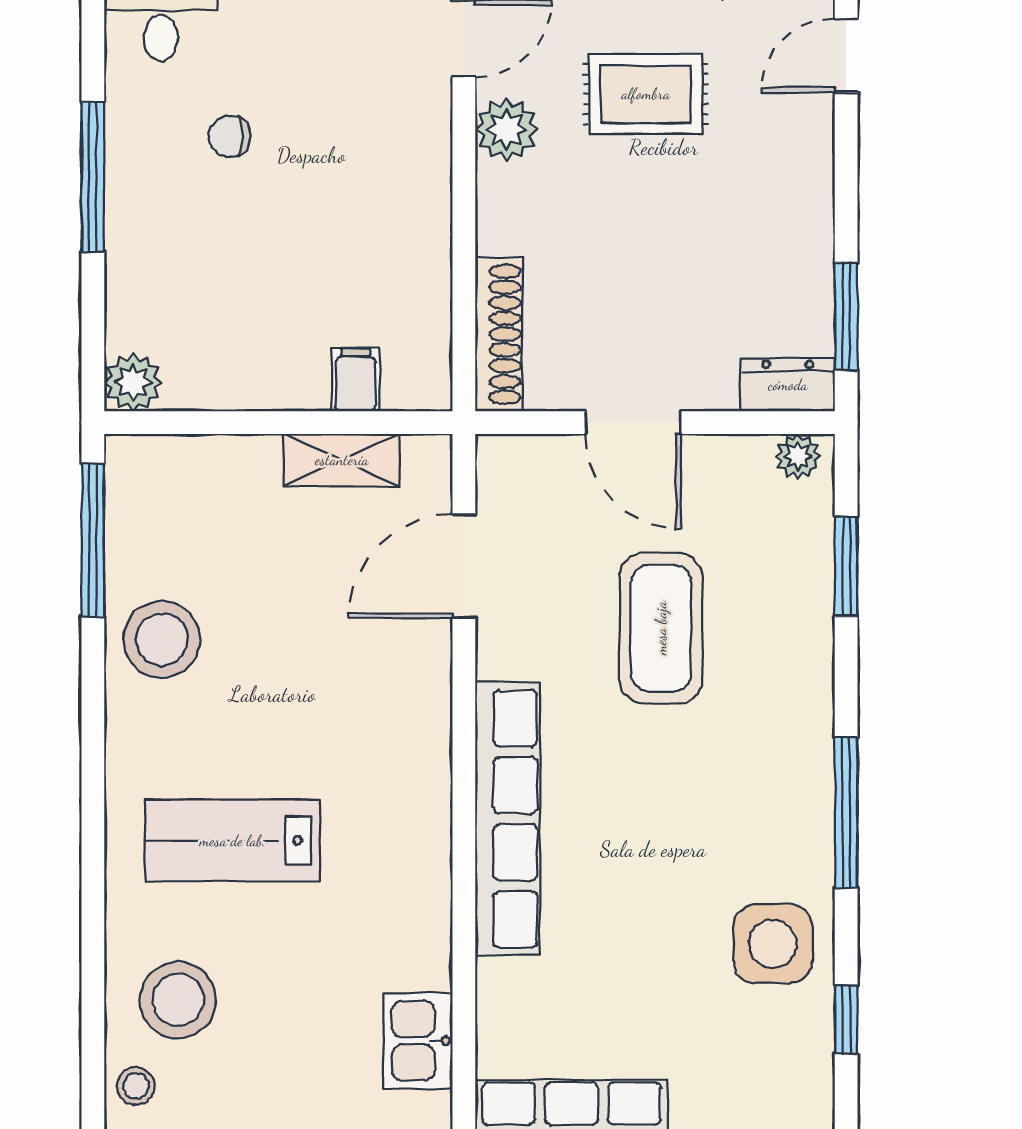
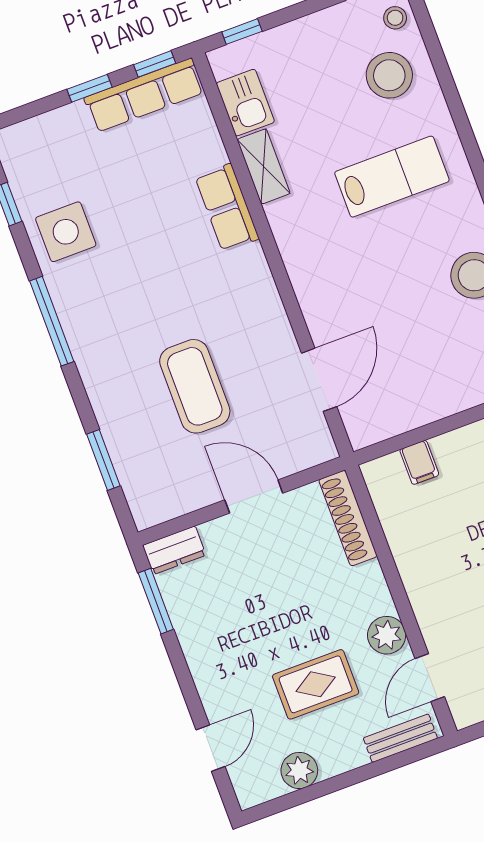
plant: (798, 456) -> (154, 512), removed
shelving: (342, 460) -> (264, 166), moved, turned 90
row of seats: (508, 819) -> (227, 208), width x0.50

